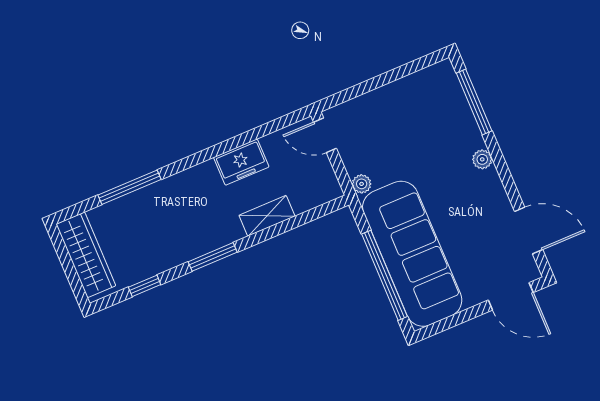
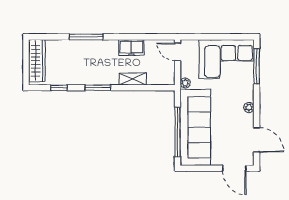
corner sofa: (416, 111) -> (227, 59), added
plant: (482, 159) -> (249, 108), moved
window: (129, 187) -> (86, 37), moved

